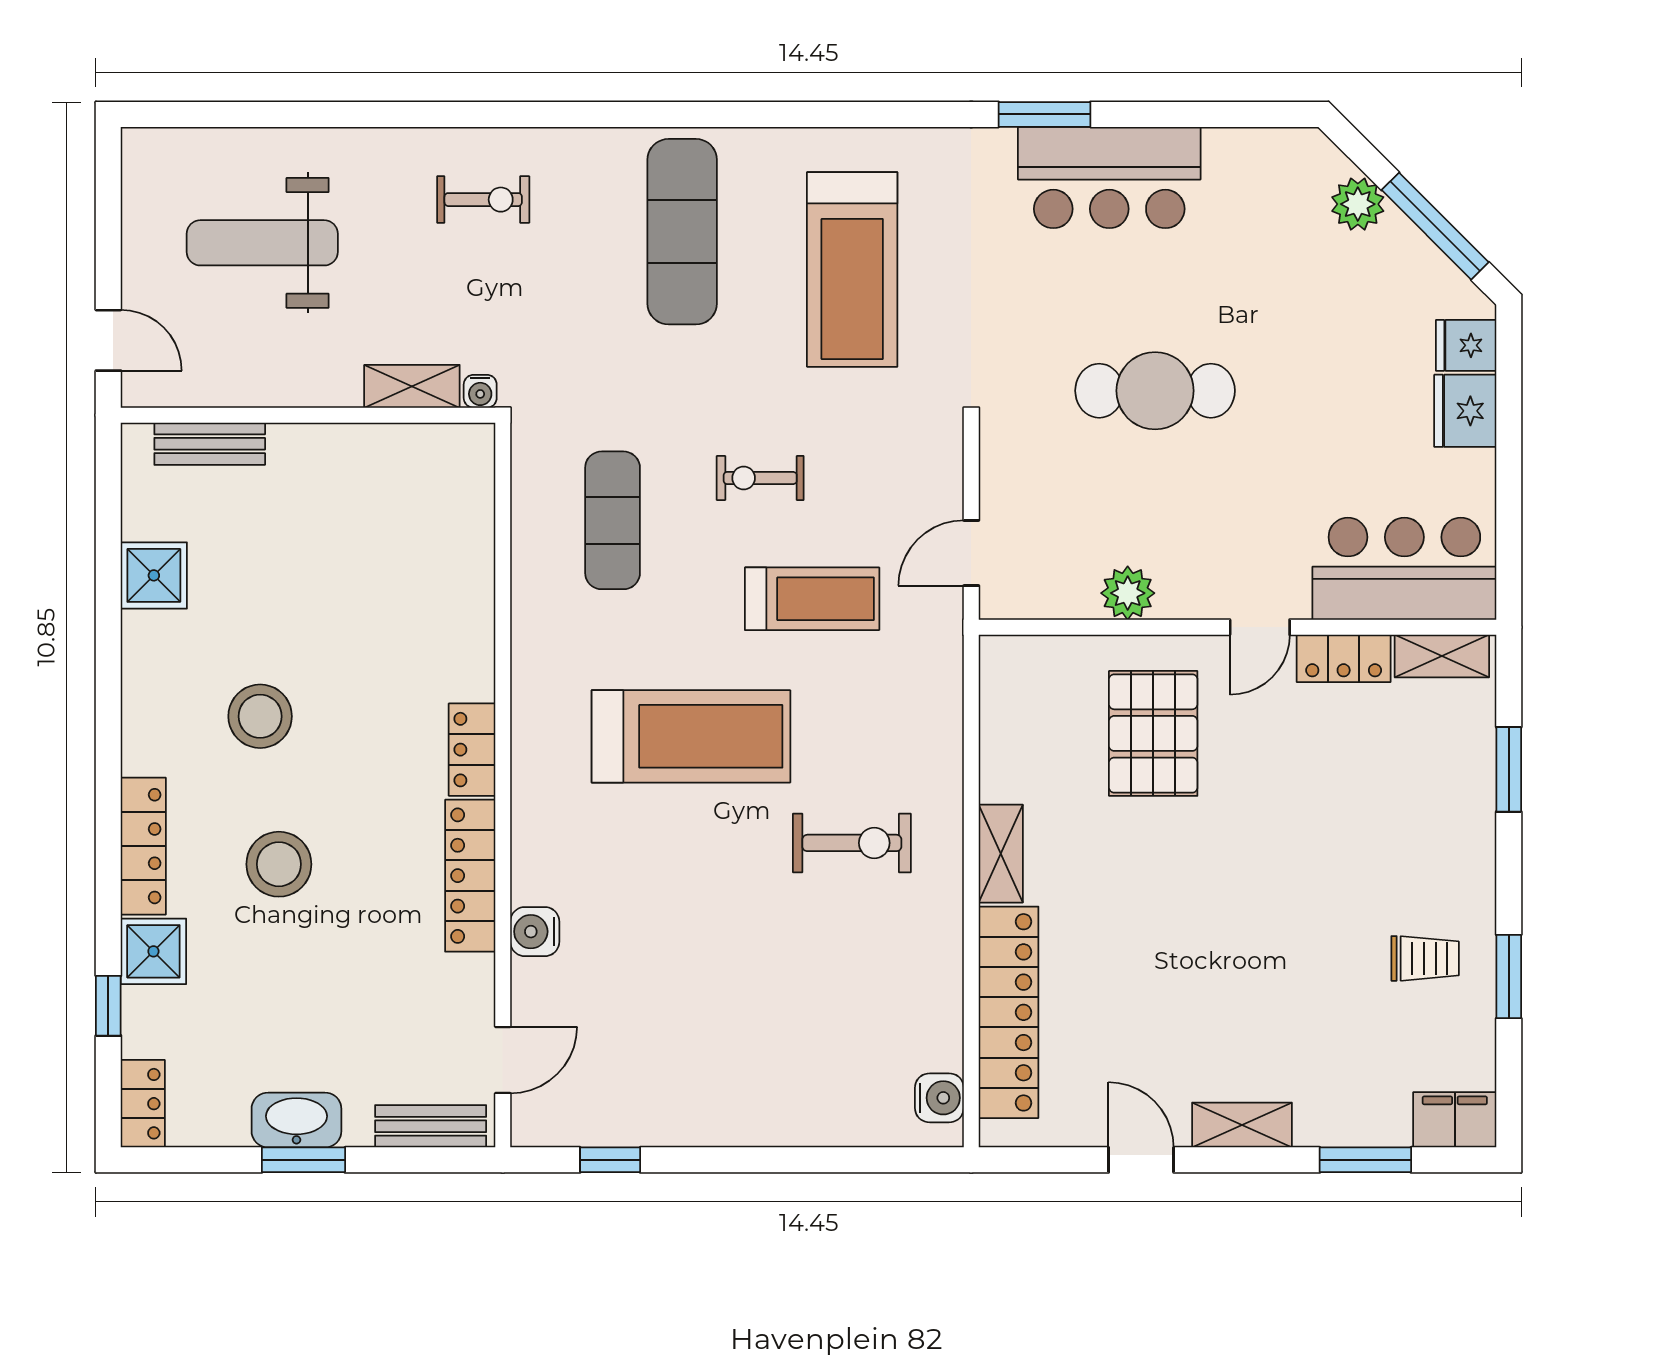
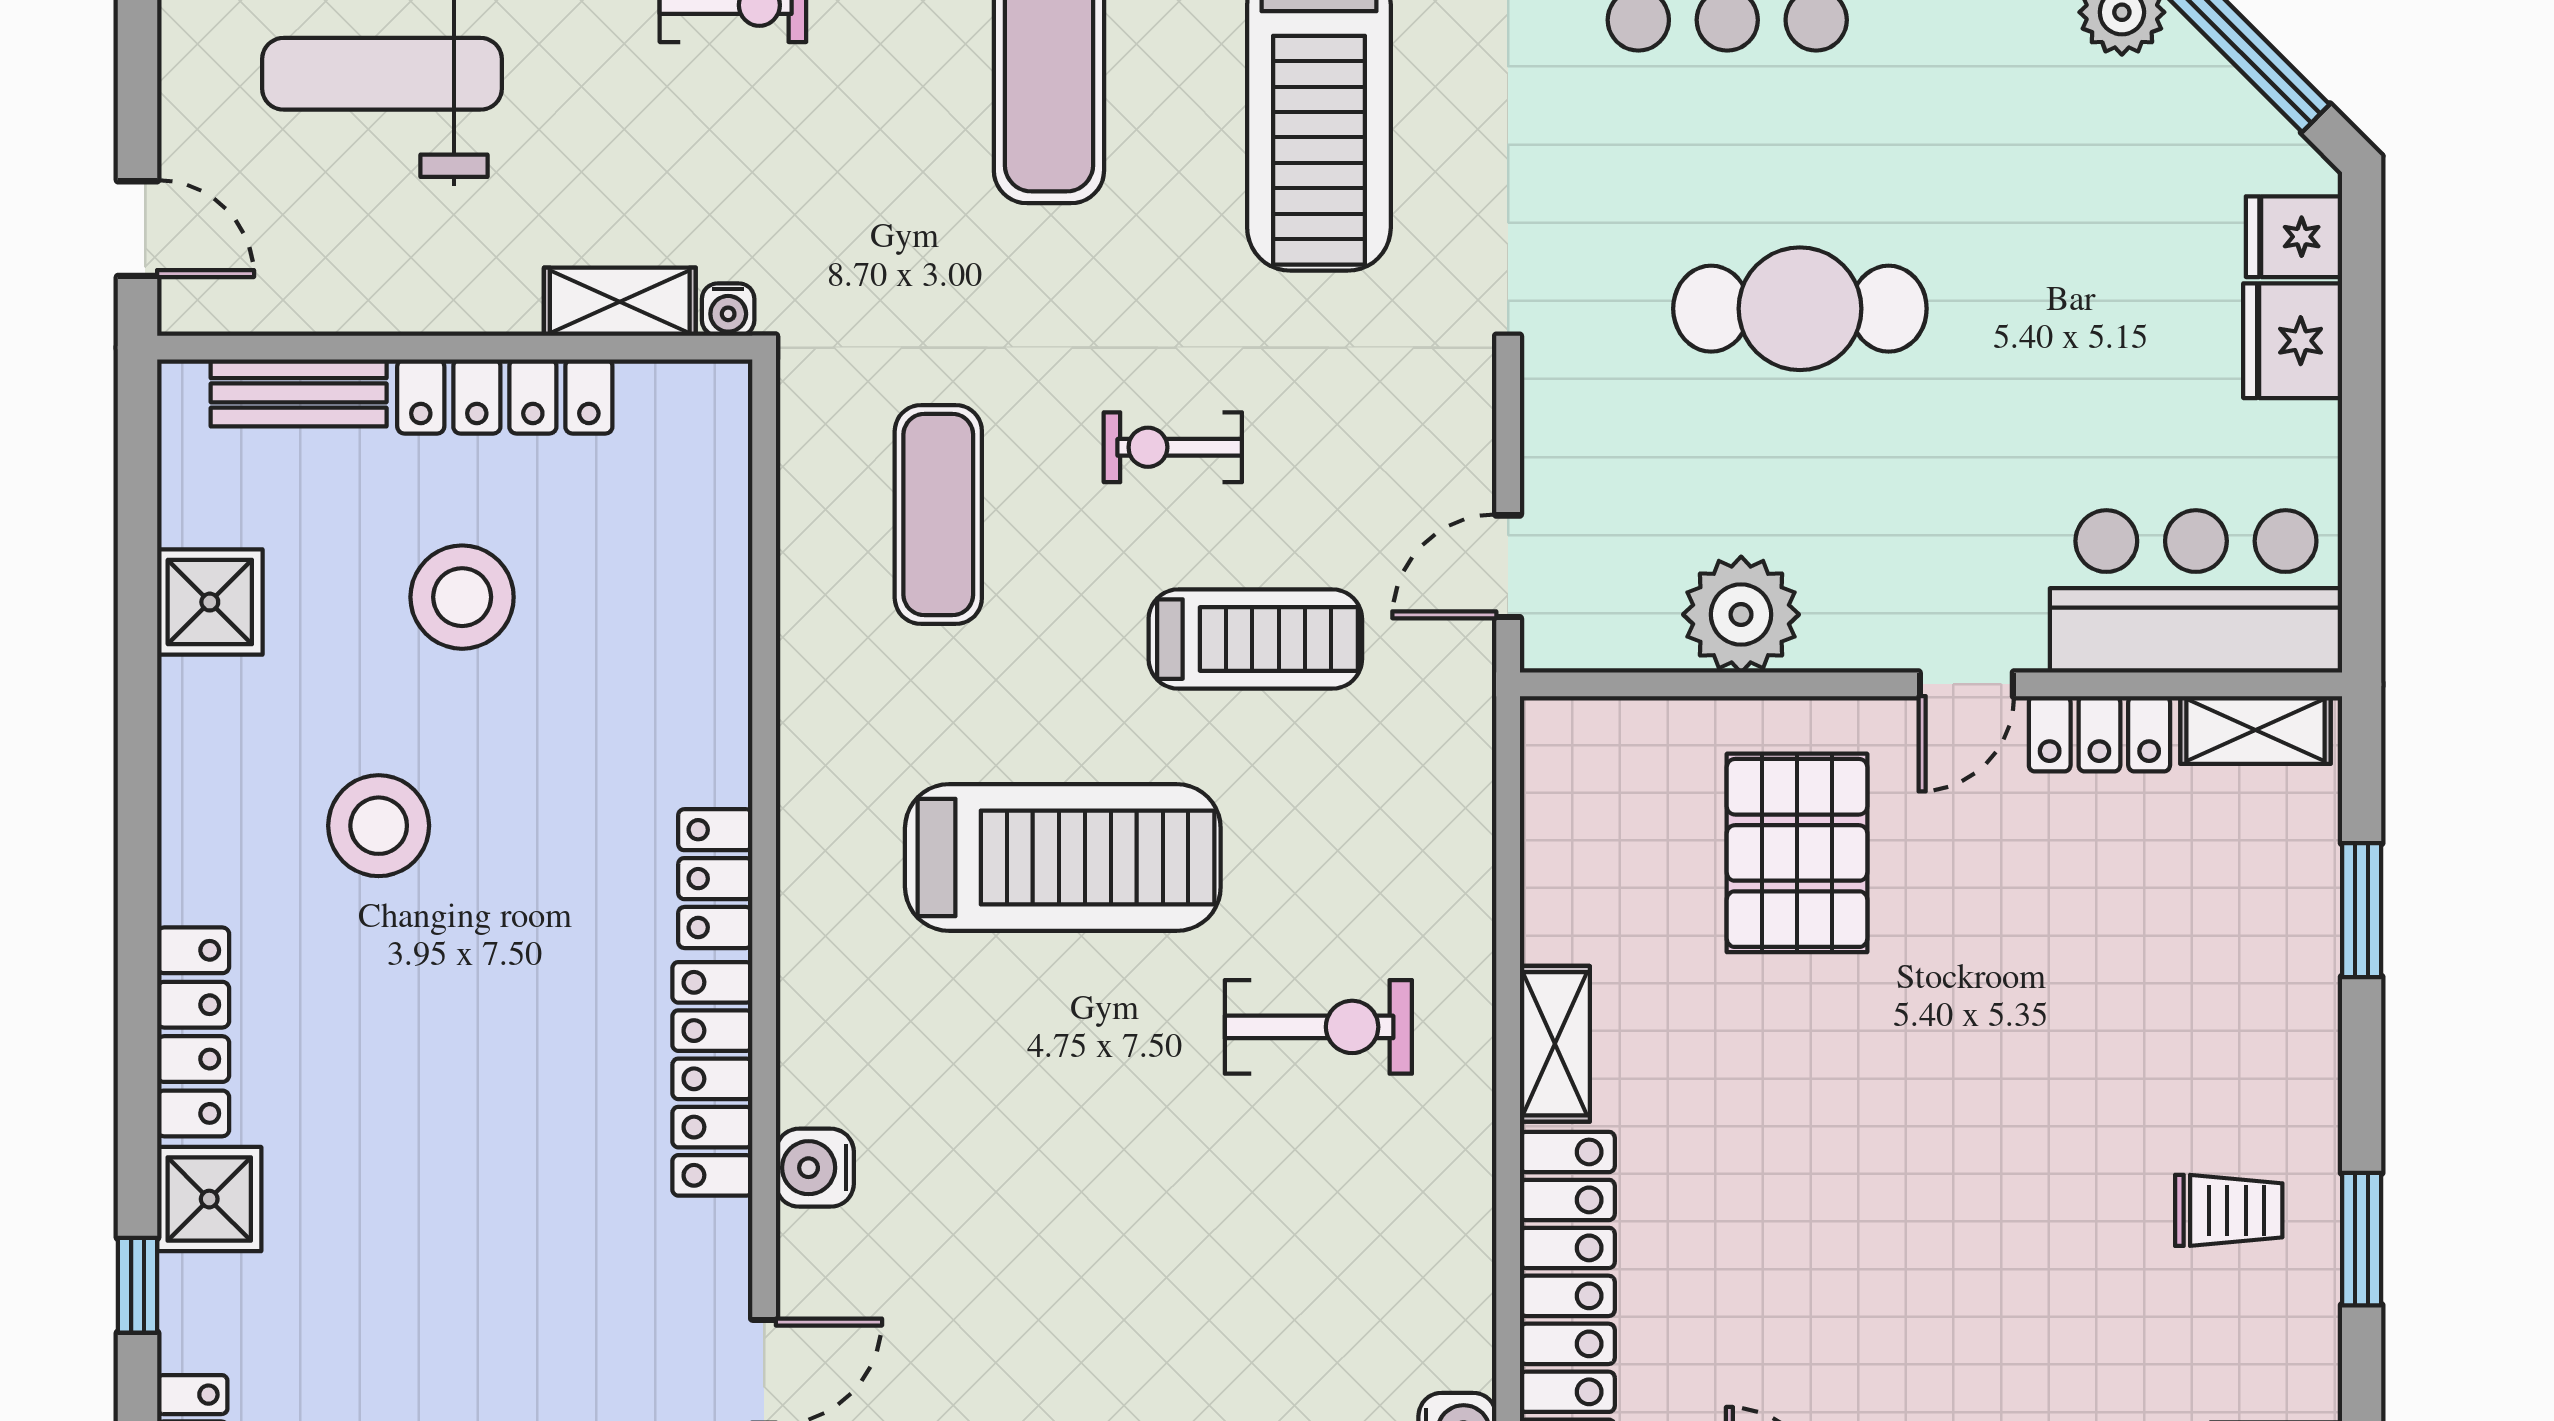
locker: (340, 446) -> (505, 396), added
plant: (1128, 593) -> (1741, 614), width x1.36, depth x1.36
stool: (279, 864) -> (462, 597), moved

